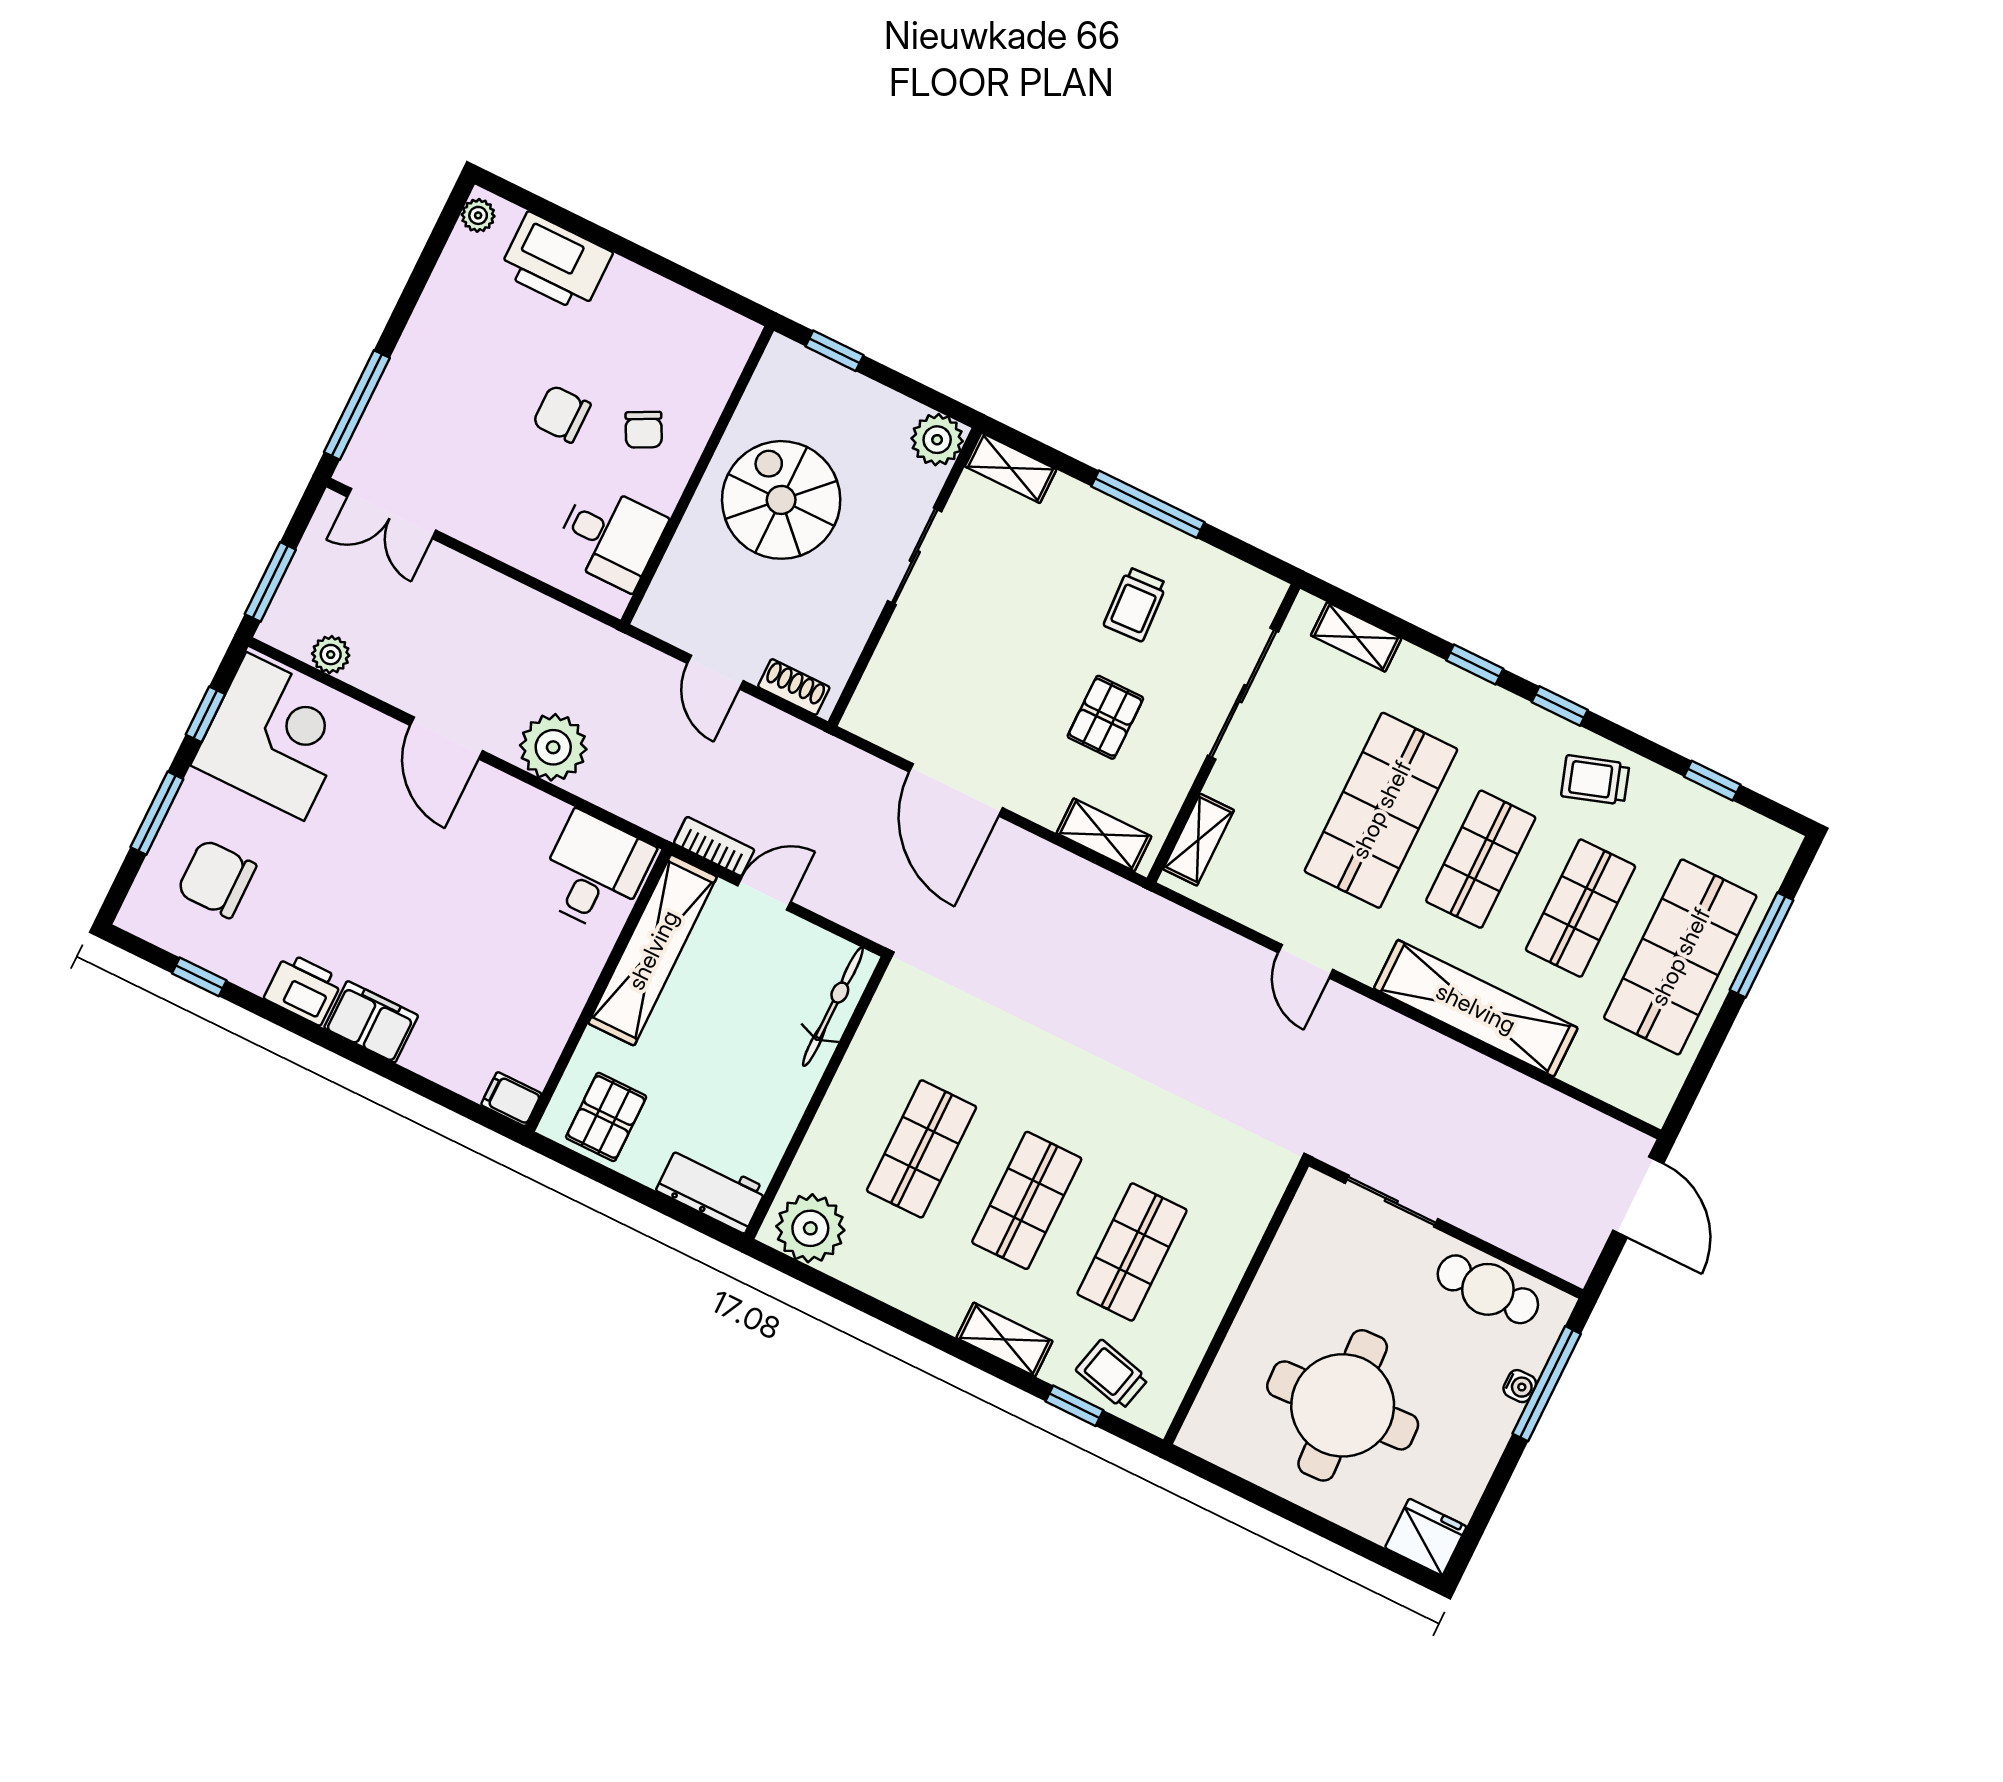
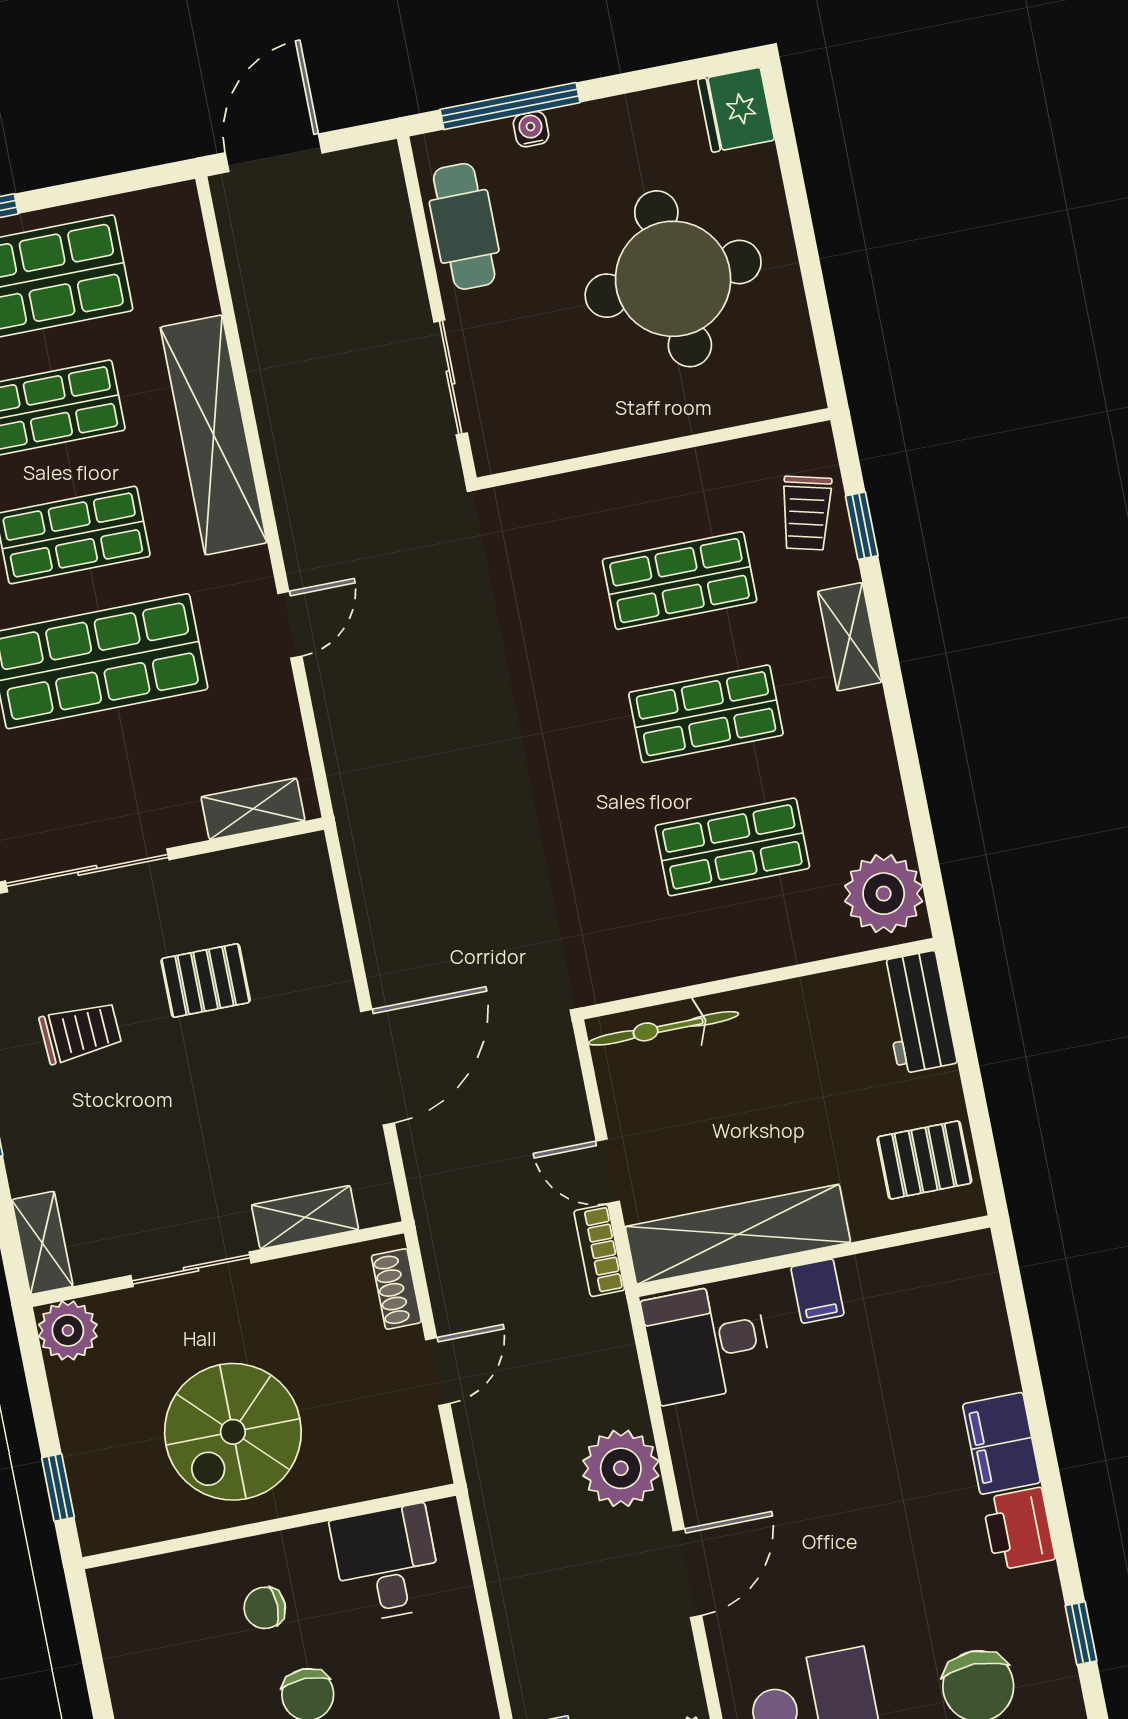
chair: (644, 430) -> (265, 1608), turned -153
shelving: (1104, 835) -> (305, 1217), moved, turned 90
filing cabinet: (511, 1099) -> (817, 1291), moved

